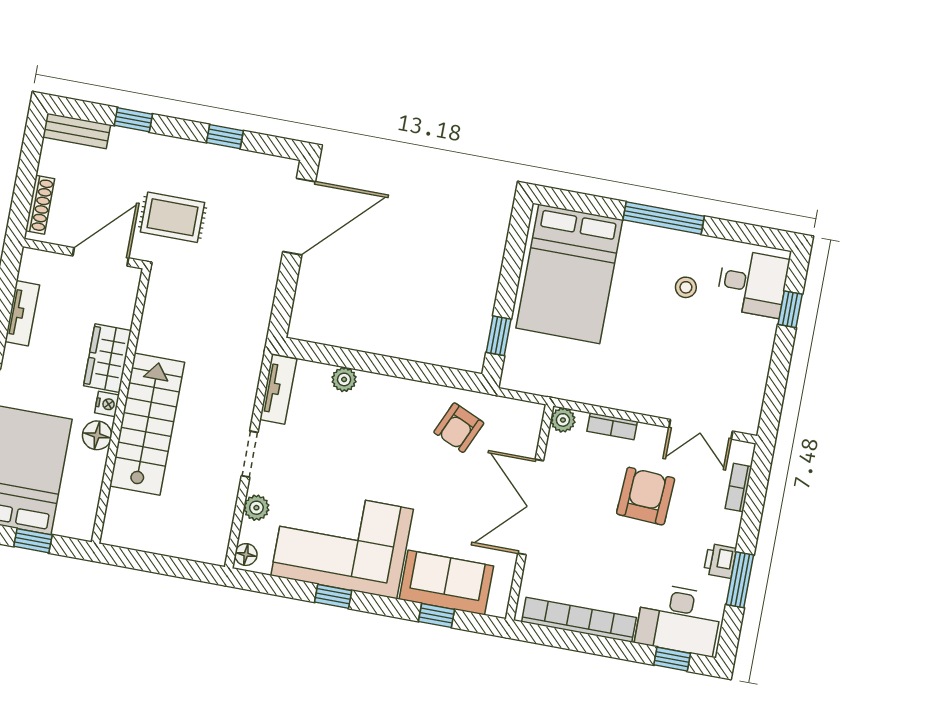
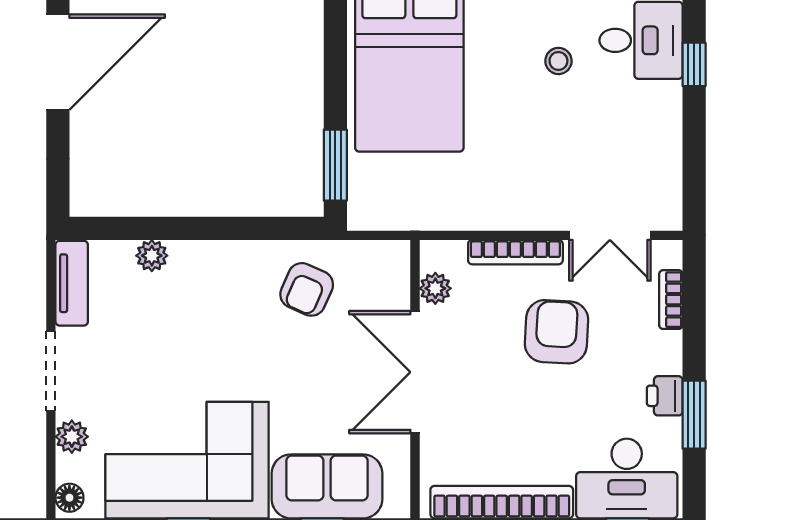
window: (499, 336) -> (335, 165), width x1.50
plant: (563, 420) -> (435, 288), moved
bookcase: (612, 426) -> (515, 252), width x1.56
doorway: (250, 454) -> (51, 371), width x1.38

